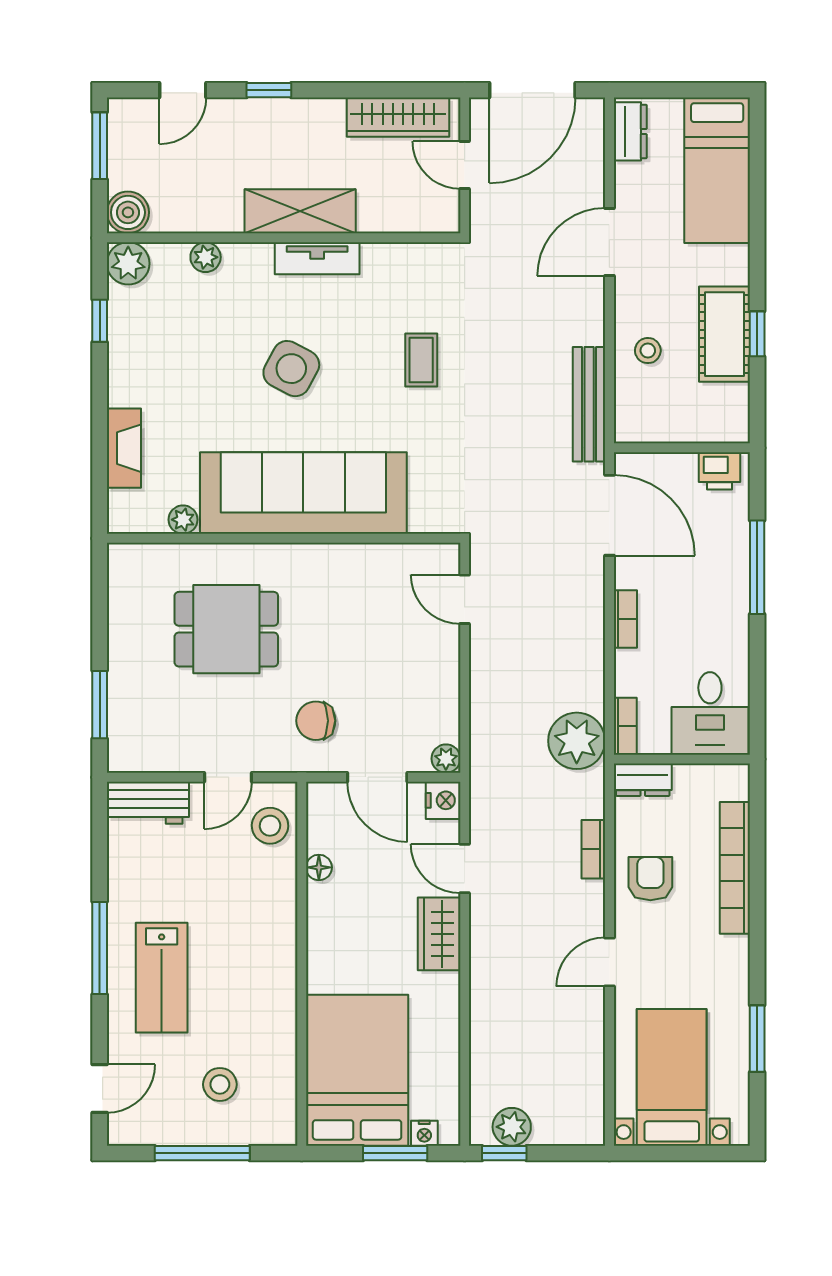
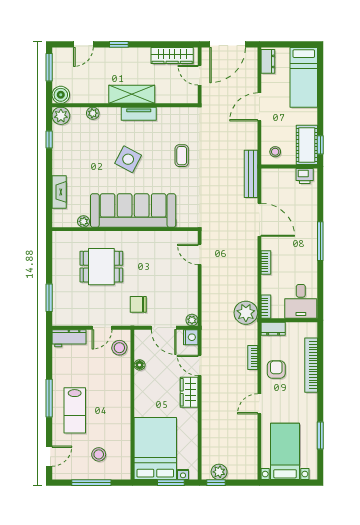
wall: (682, 448) -> (289, 166), moved
printer: (719, 471) -> (305, 176), moved

